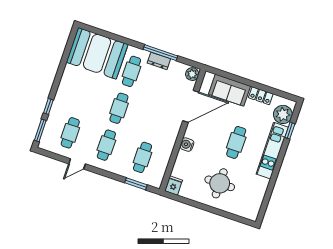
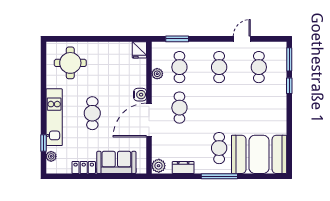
window: (160, 53) -> (219, 176), moved
dresser: (159, 61) -> (183, 168), moved
door: (191, 106) -> (149, 120), moved
cafe table: (119, 108) -> (179, 108), moved
plant: (283, 114) -> (51, 156), width x0.53, depth x0.53
plant: (165, 158) -> (157, 74), added
round table: (220, 183) -> (70, 63), moved

